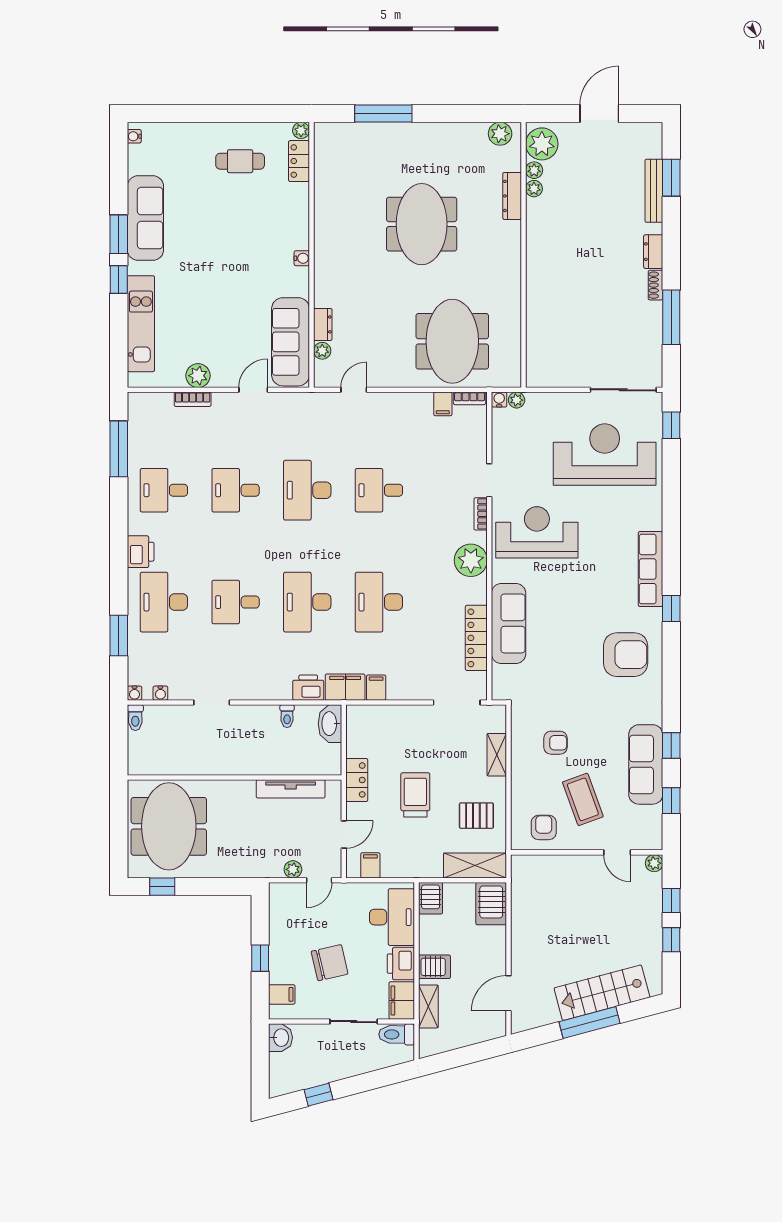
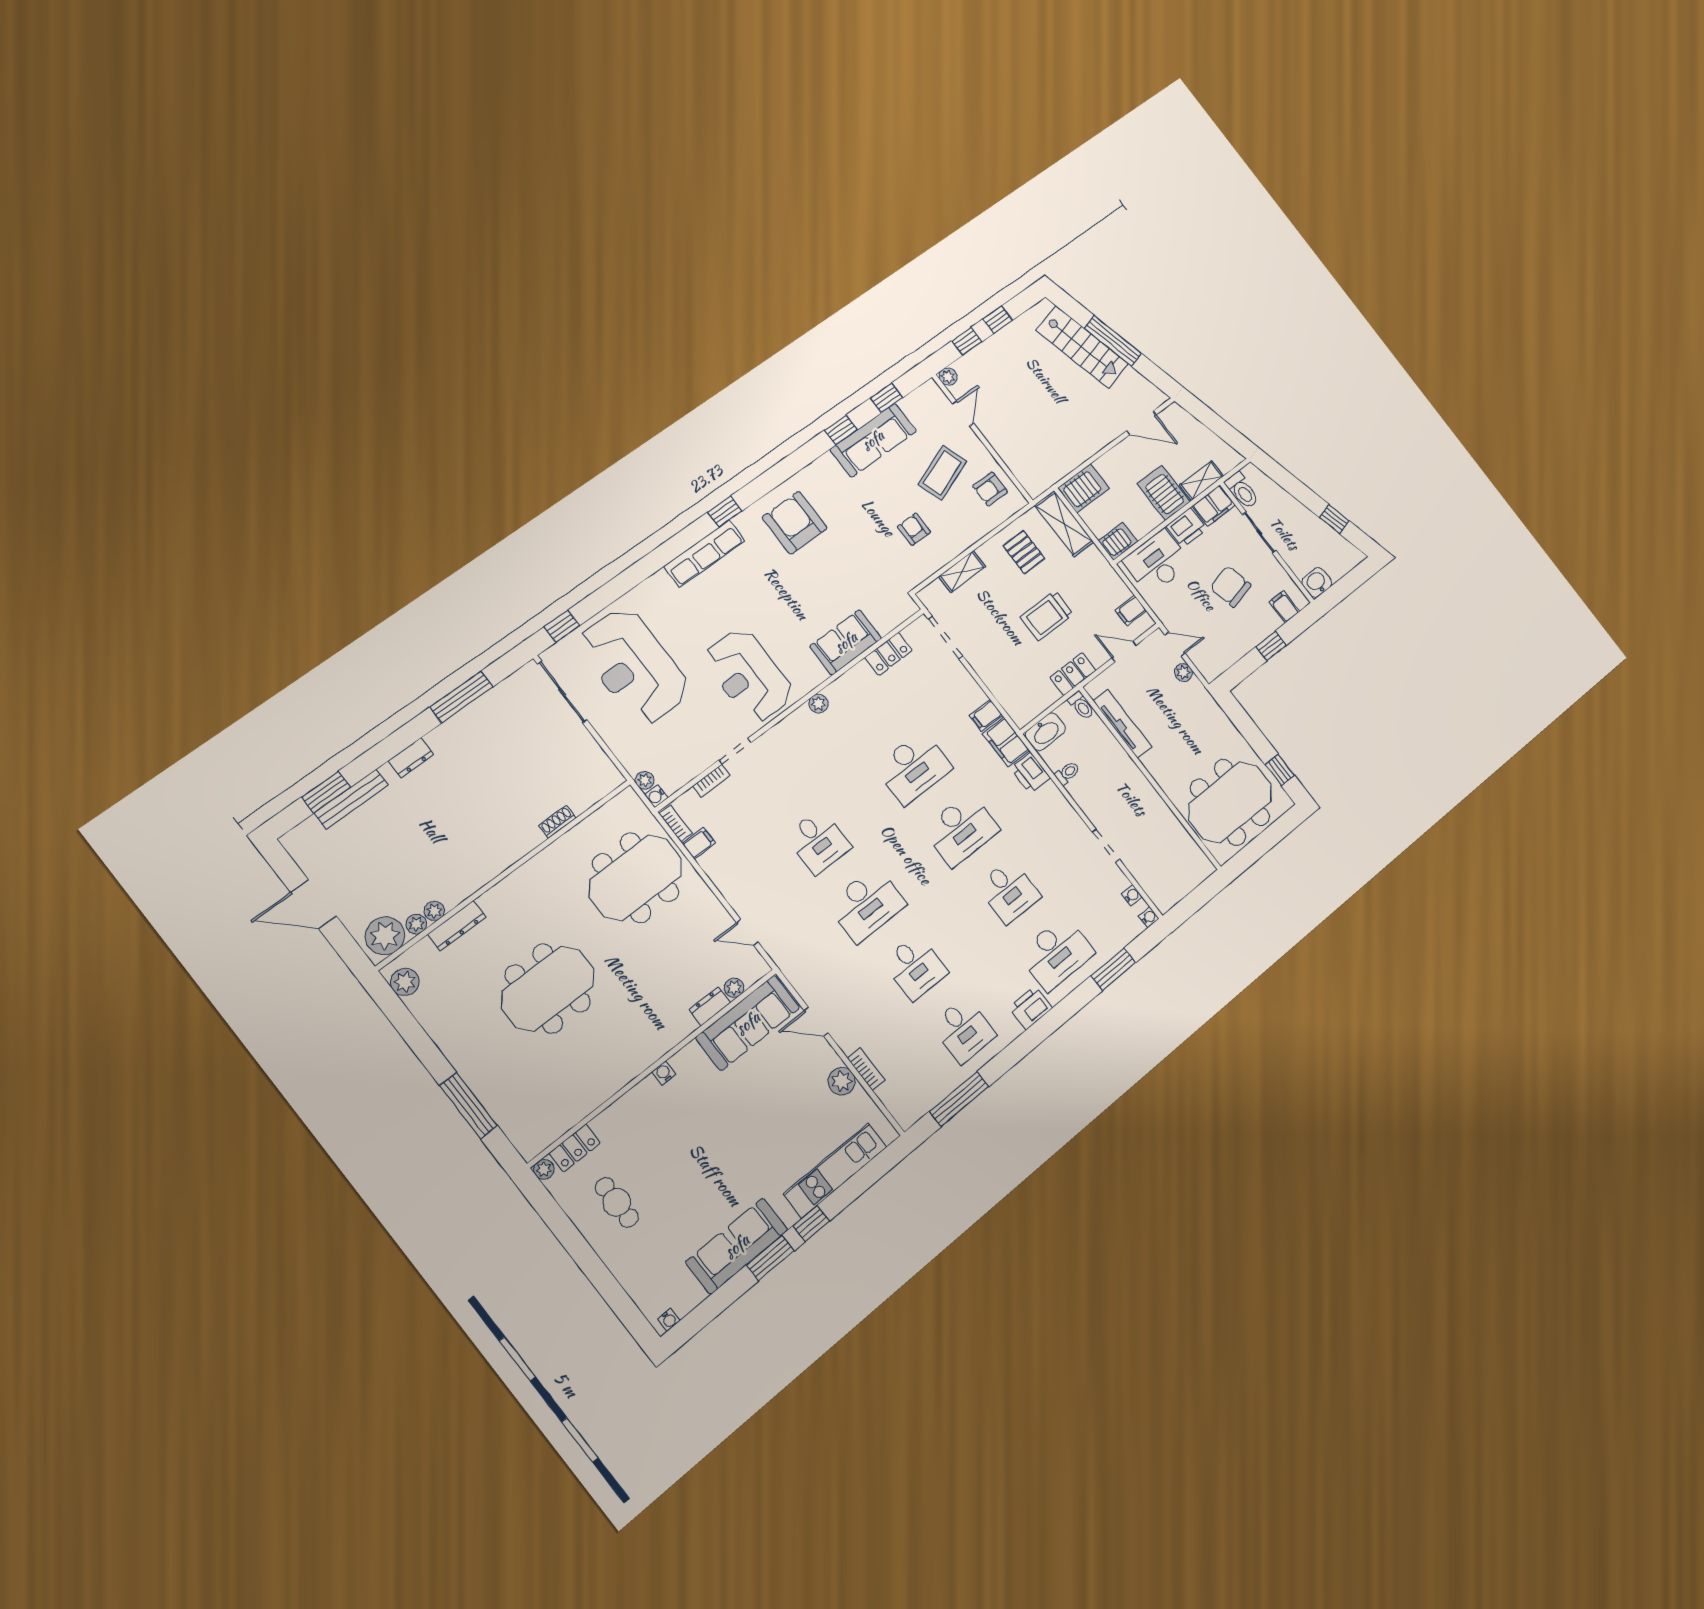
shoe rack: (656, 285) -> (557, 822), moved, turned 180
bookcase: (481, 514) -> (712, 781), moved
plant: (471, 560) -> (818, 704), width x0.53, depth x0.53
sofa: (509, 624) -> (846, 642), width x0.73
locker: (476, 638) -> (888, 654), width x0.66
toilet: (135, 718) -> (1081, 706), moved, turned 90
server rack: (434, 967) -> (1164, 493), width x1.36, depth x1.44

